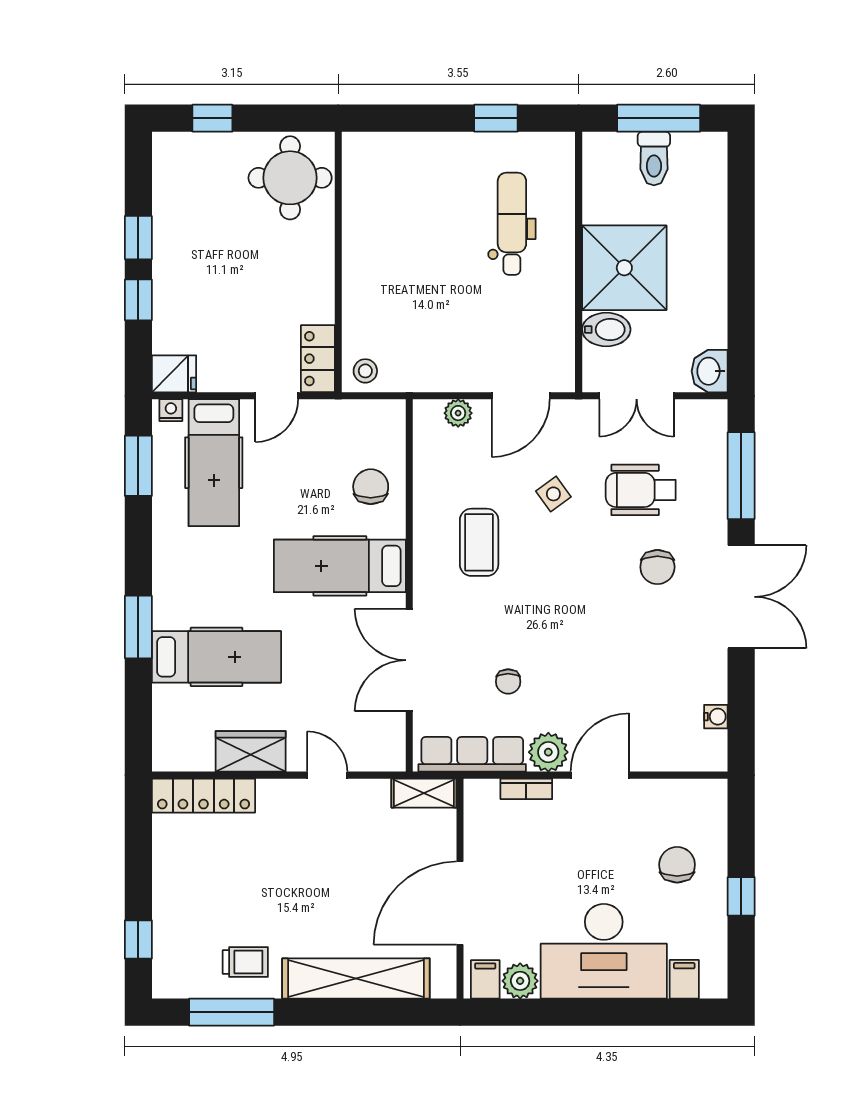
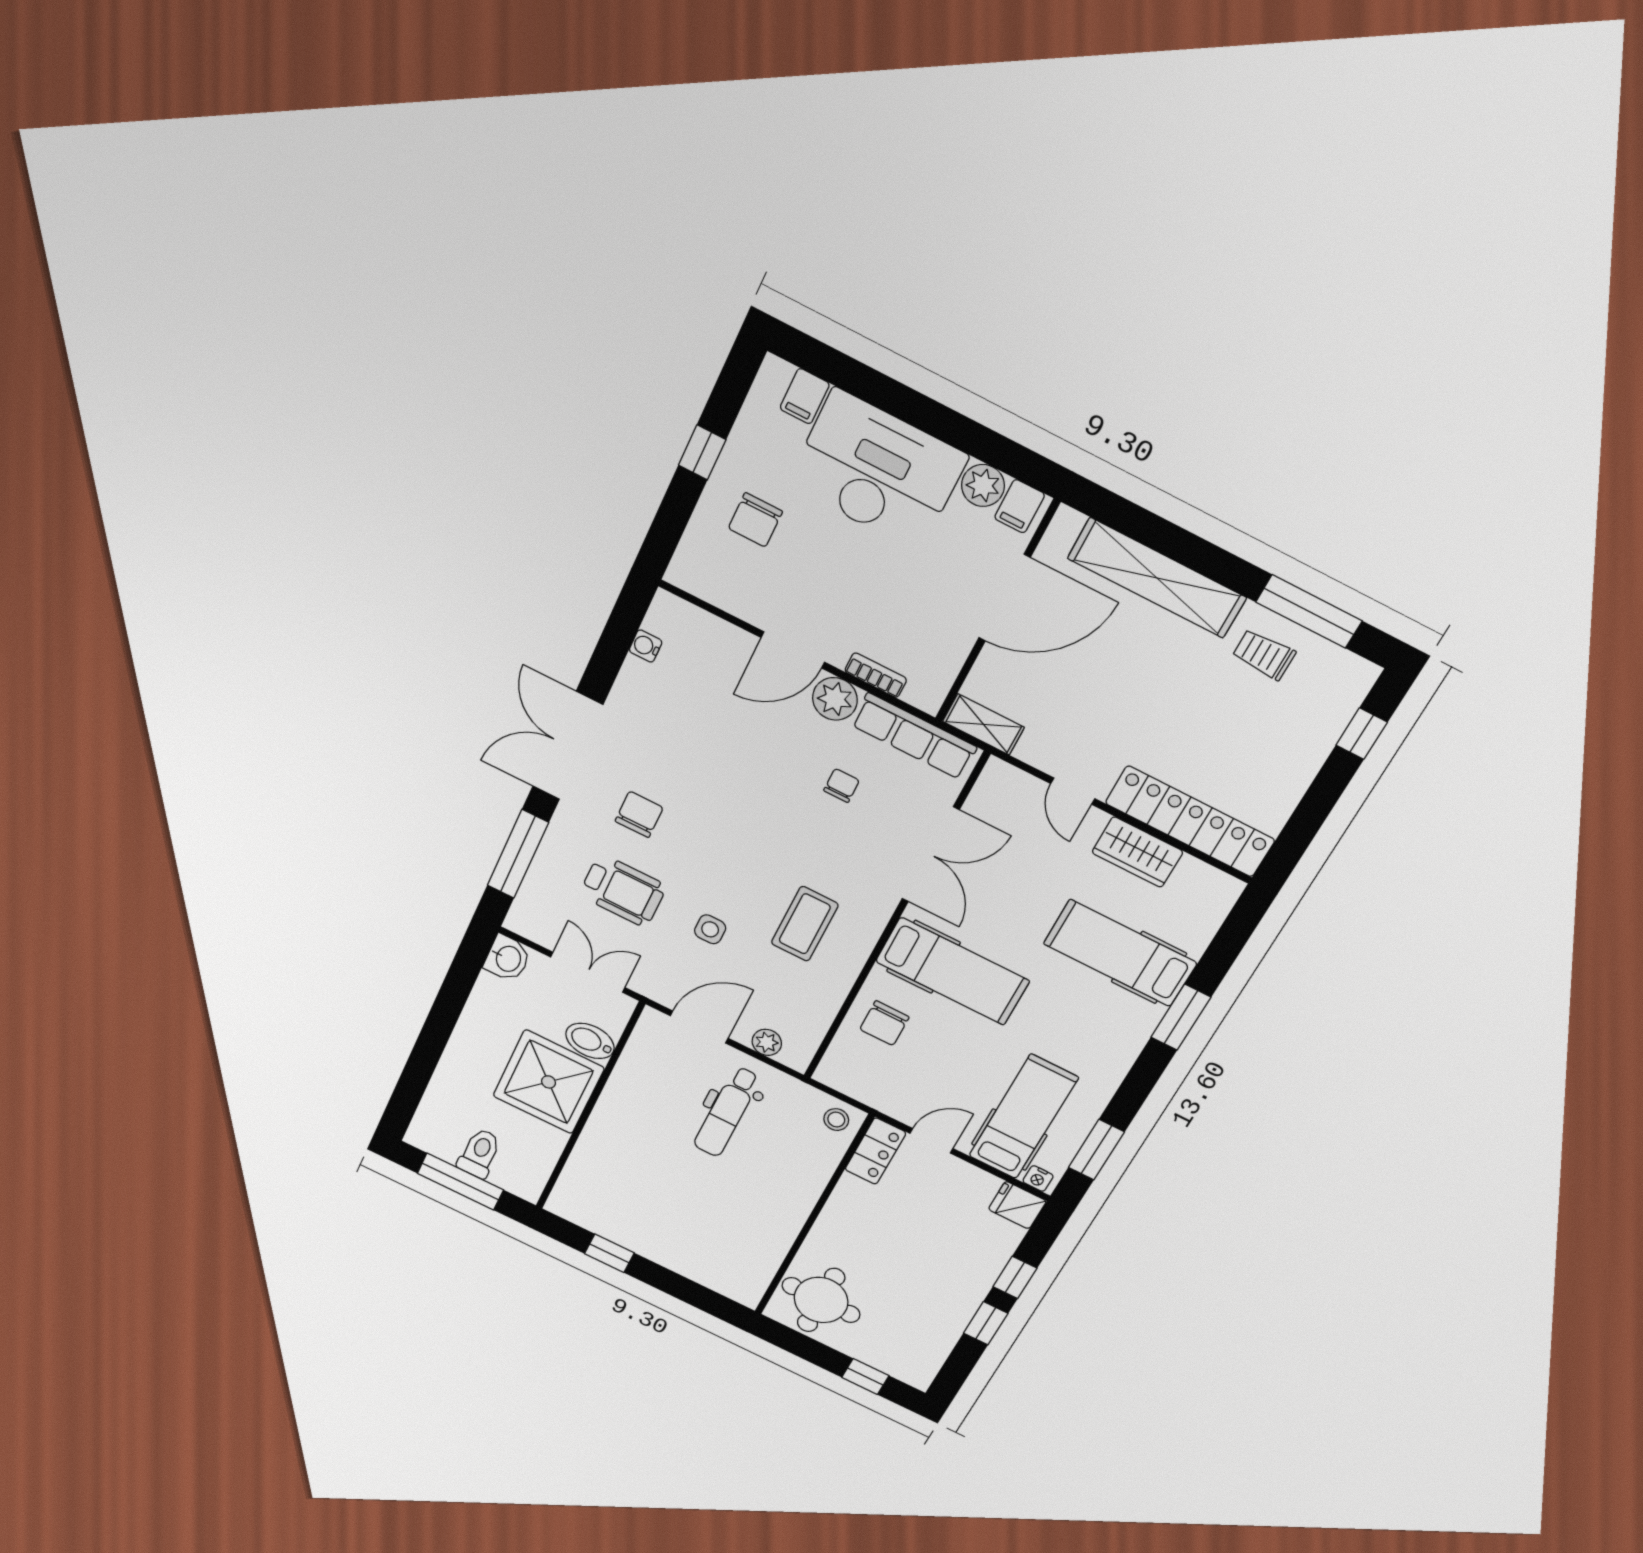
dental chair: (512, 224) -> (727, 1112), moved
side table: (553, 494) -> (710, 929), turned 36
locker: (204, 796) -> (1190, 821), width x1.41, depth x1.21

